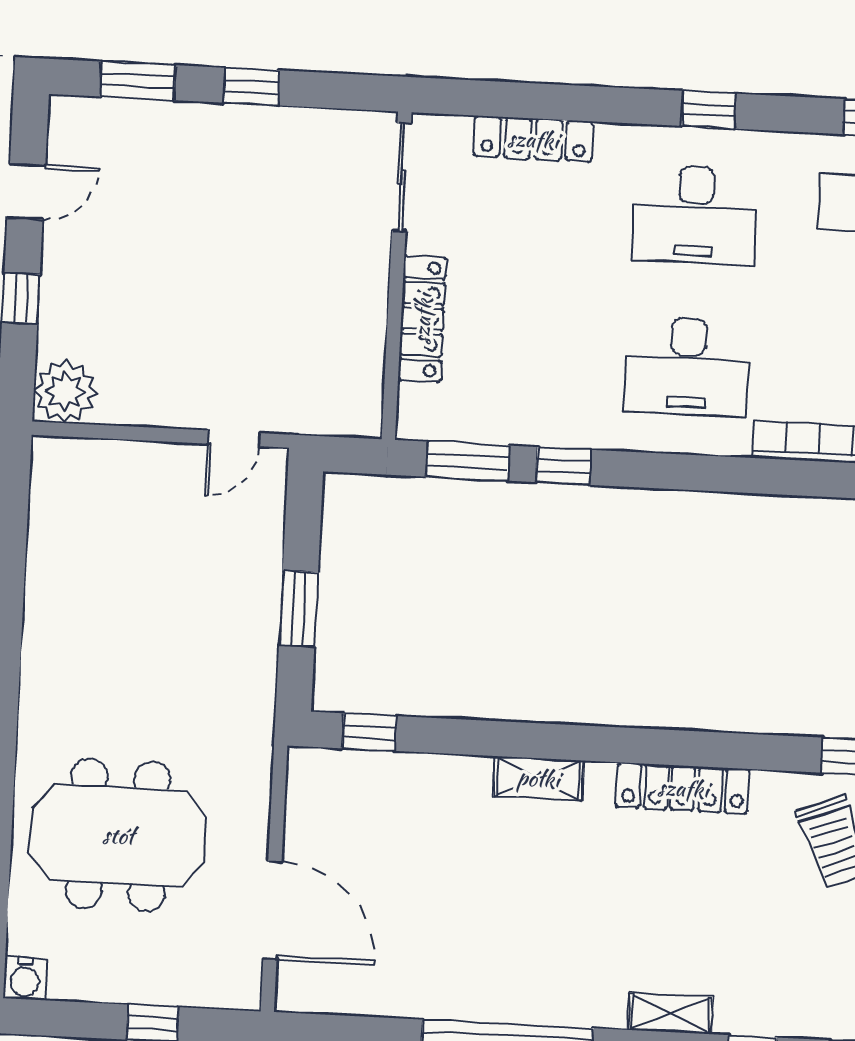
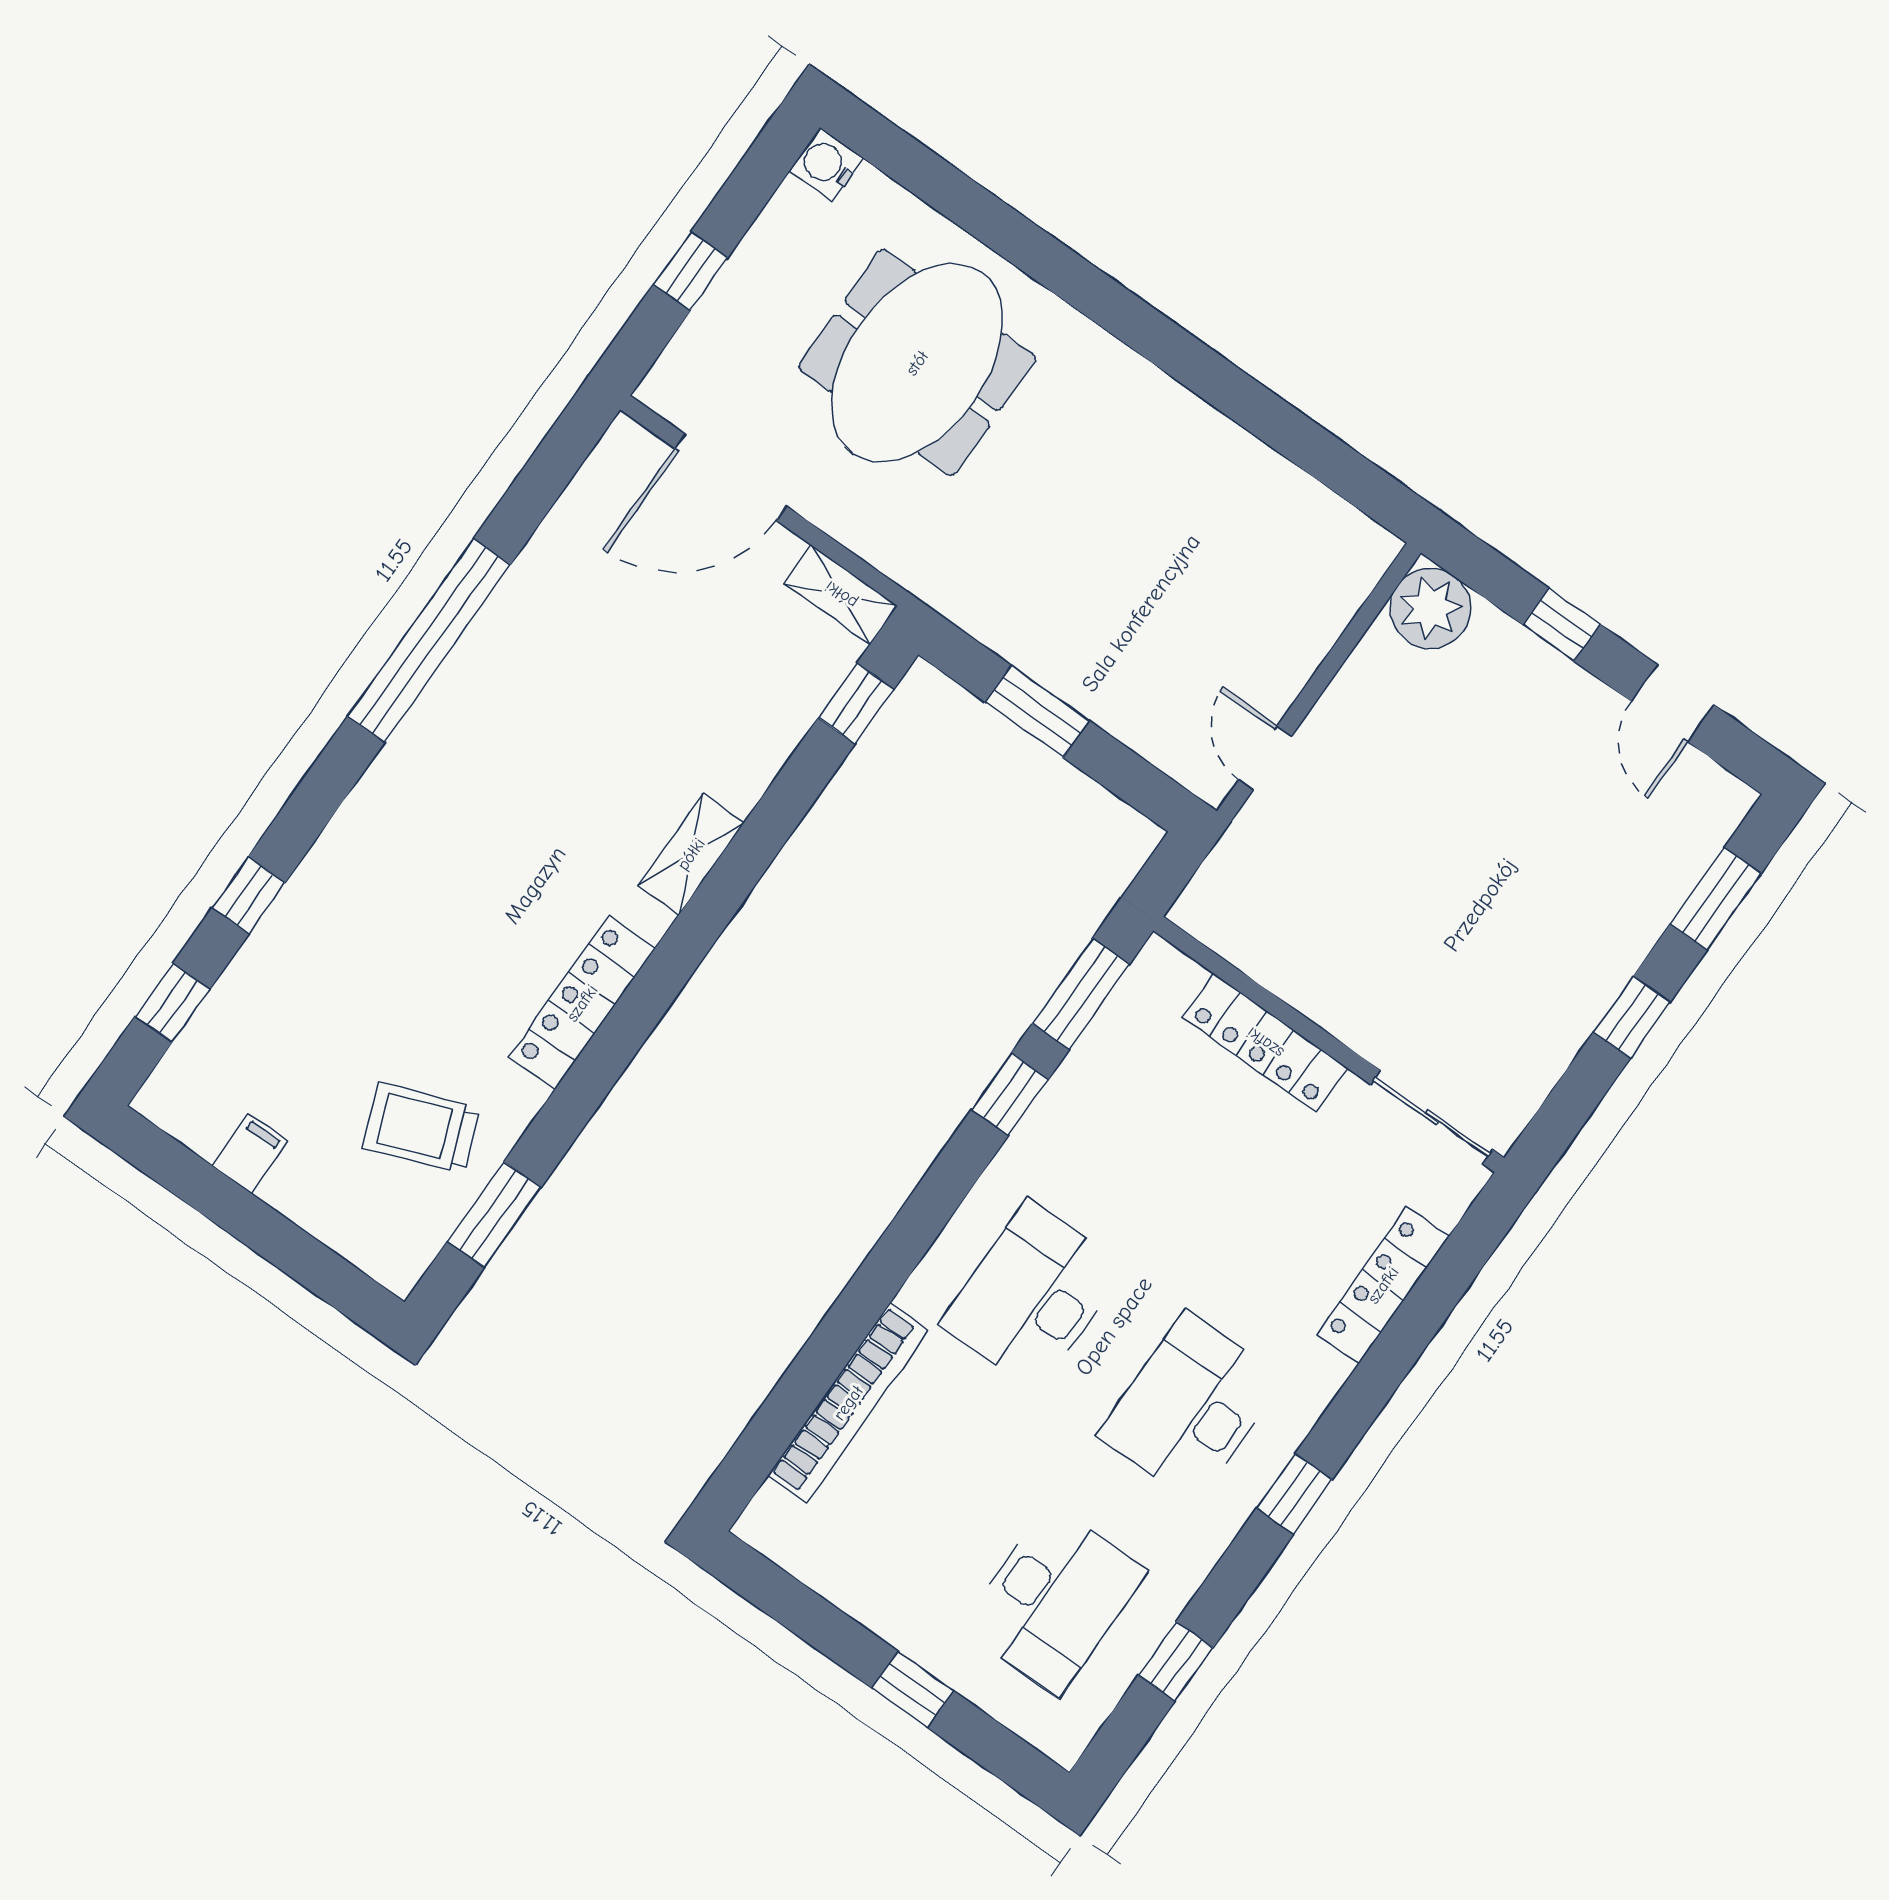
shelving: (670, 1013) -> (841, 595), moved, turned 90

